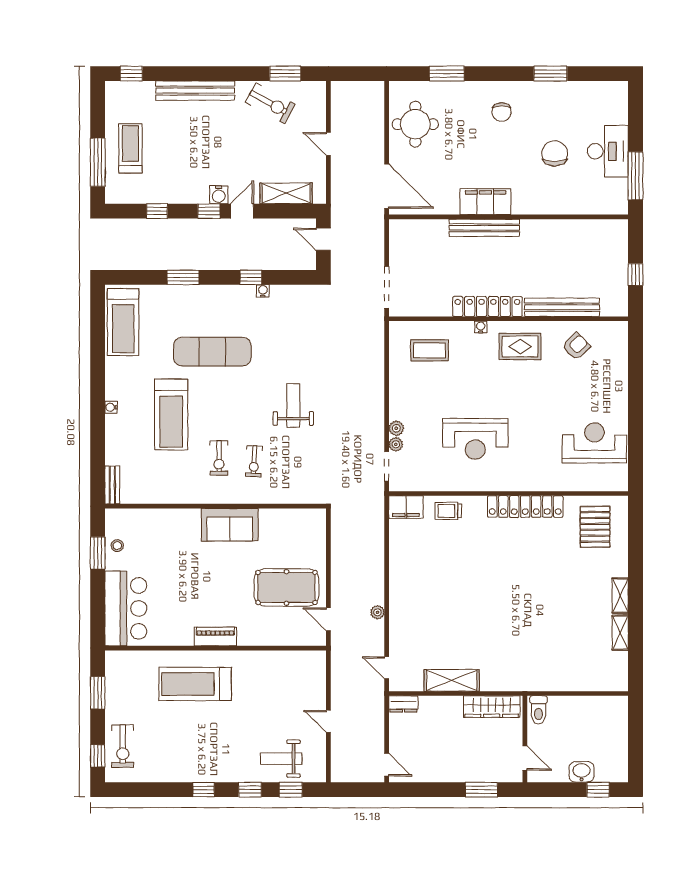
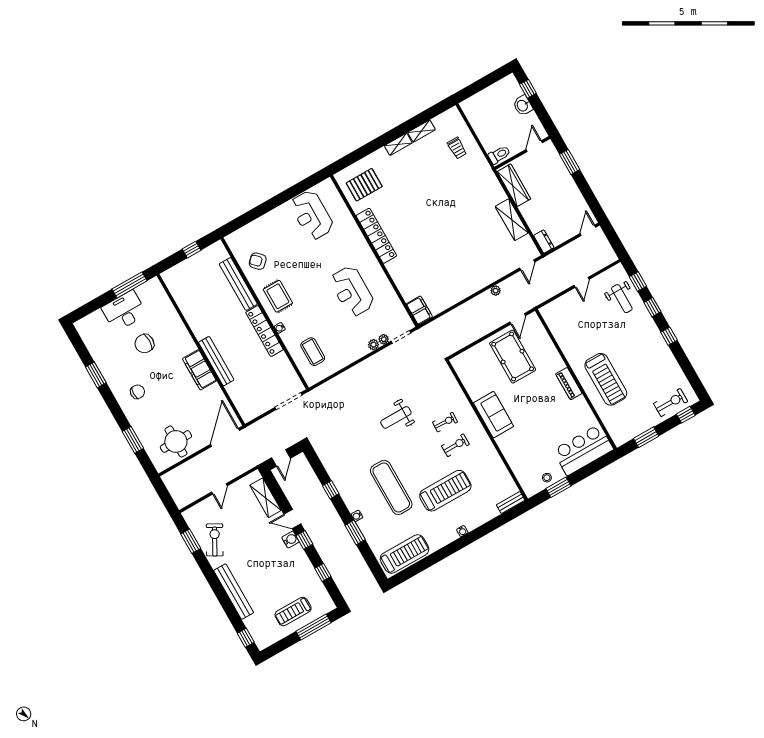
water cooler: (263, 291) -> (357, 516), moved
reception desk: (475, 439) -> (352, 291), turned 180
trolley: (448, 511) -> (457, 148), moved

